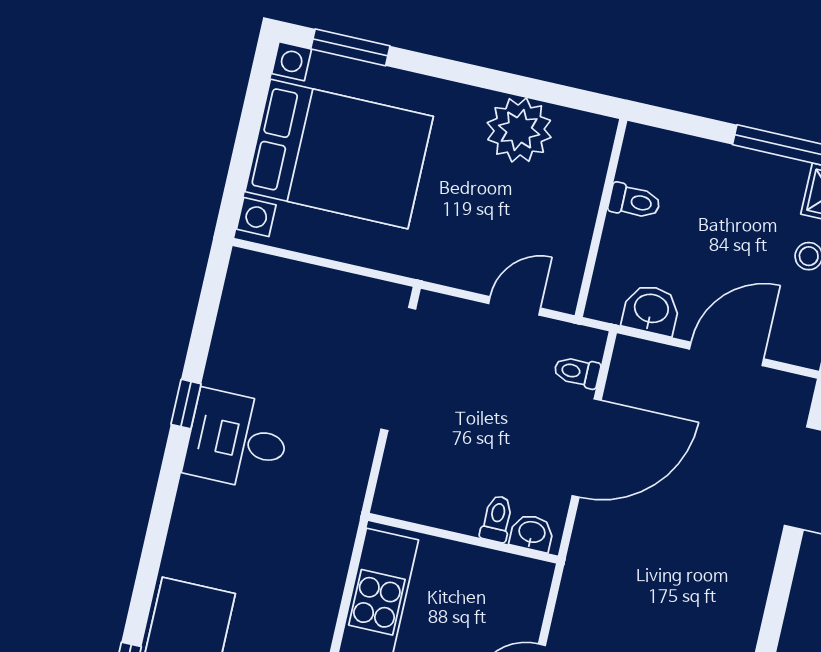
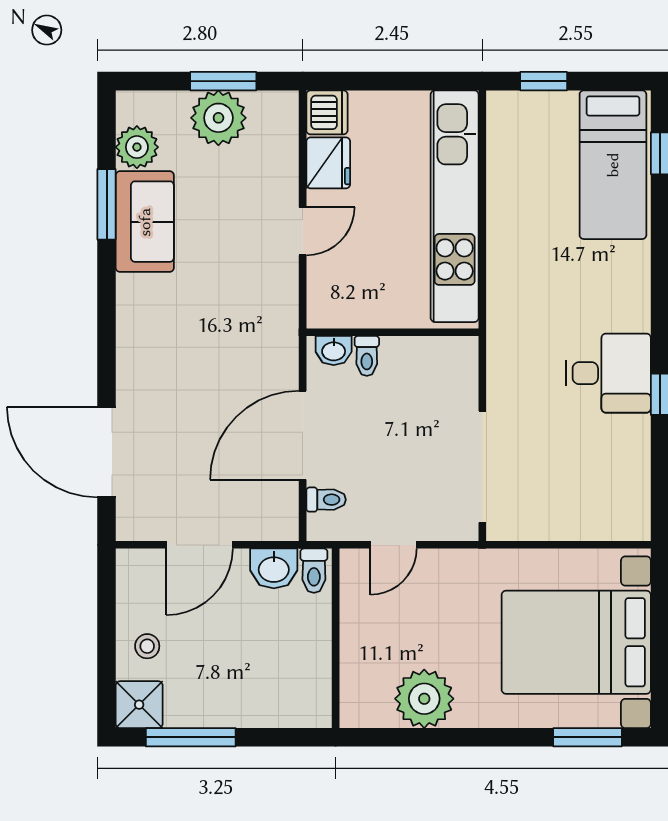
toilet: (634, 201) -> (314, 571), moved, turned -90

